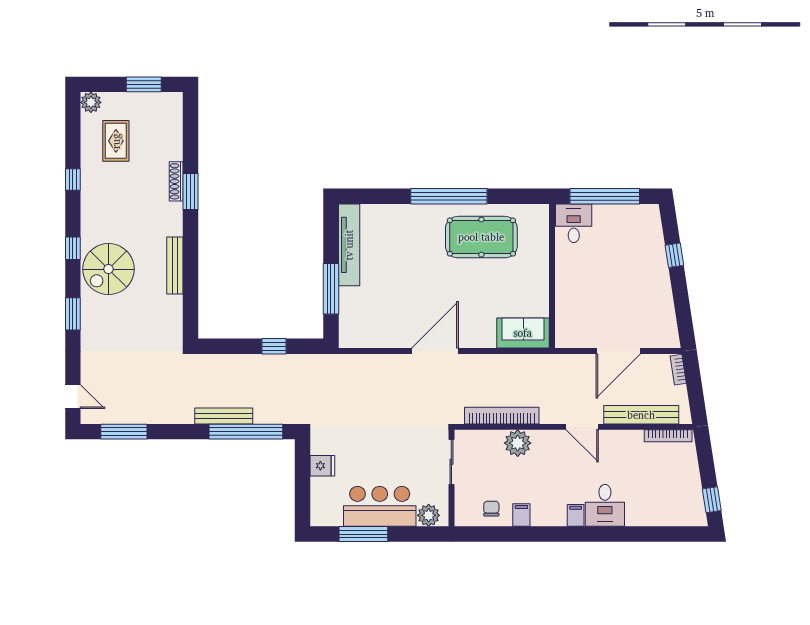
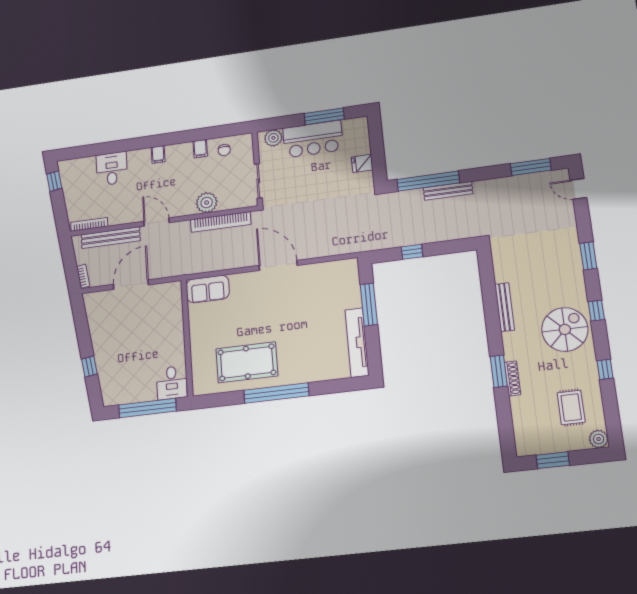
spiral stairs: (108, 269) -> (565, 329), moved
door: (435, 351) -> (278, 265), swing flipped
desk: (605, 505) -> (112, 169), moved

